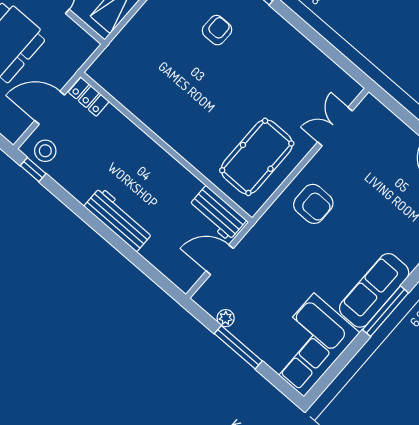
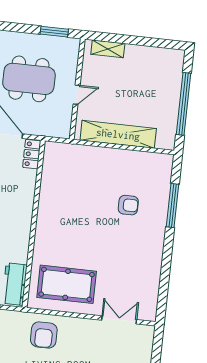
armchair: (313, 204) -> (44, 335), moved

